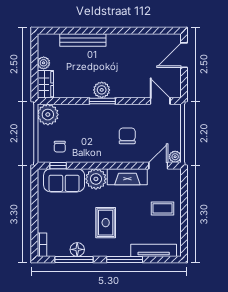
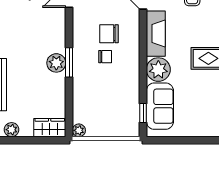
plant: (44, 63) -> (12, 130), moved
plant: (48, 115) -> (79, 130), width x0.53, depth x0.53
chair: (60, 147) -> (105, 57), moved

